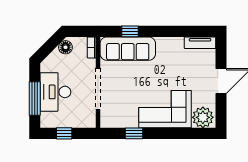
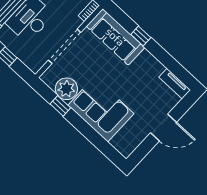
window: (130, 31) -> (141, 36), moved
plant: (203, 117) -> (66, 89), moved

